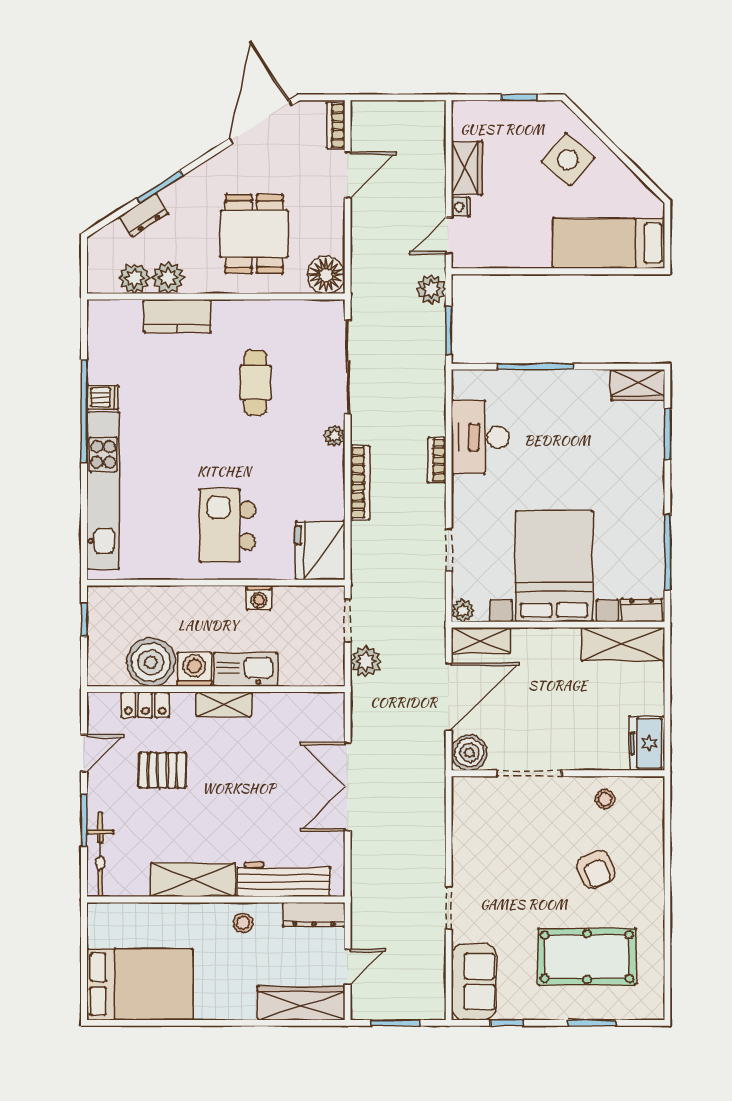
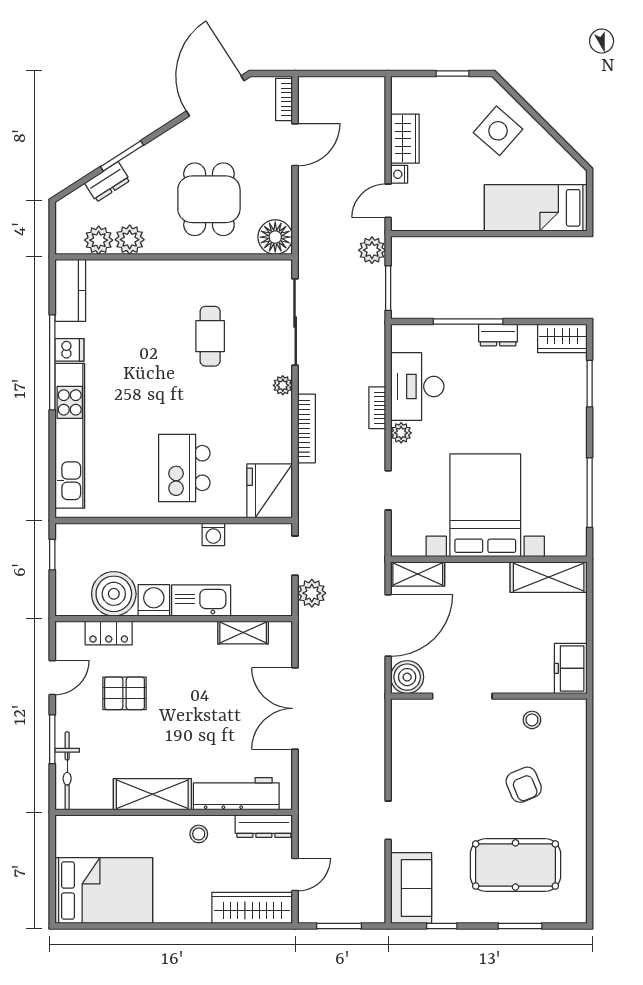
kitchen counter: (177, 316) -> (70, 290), moved, turned -90
dresser: (642, 610) -> (498, 335), moved, turned 180
plant: (463, 611) -> (401, 433), moved
shelving: (224, 704) -> (243, 633), moved

